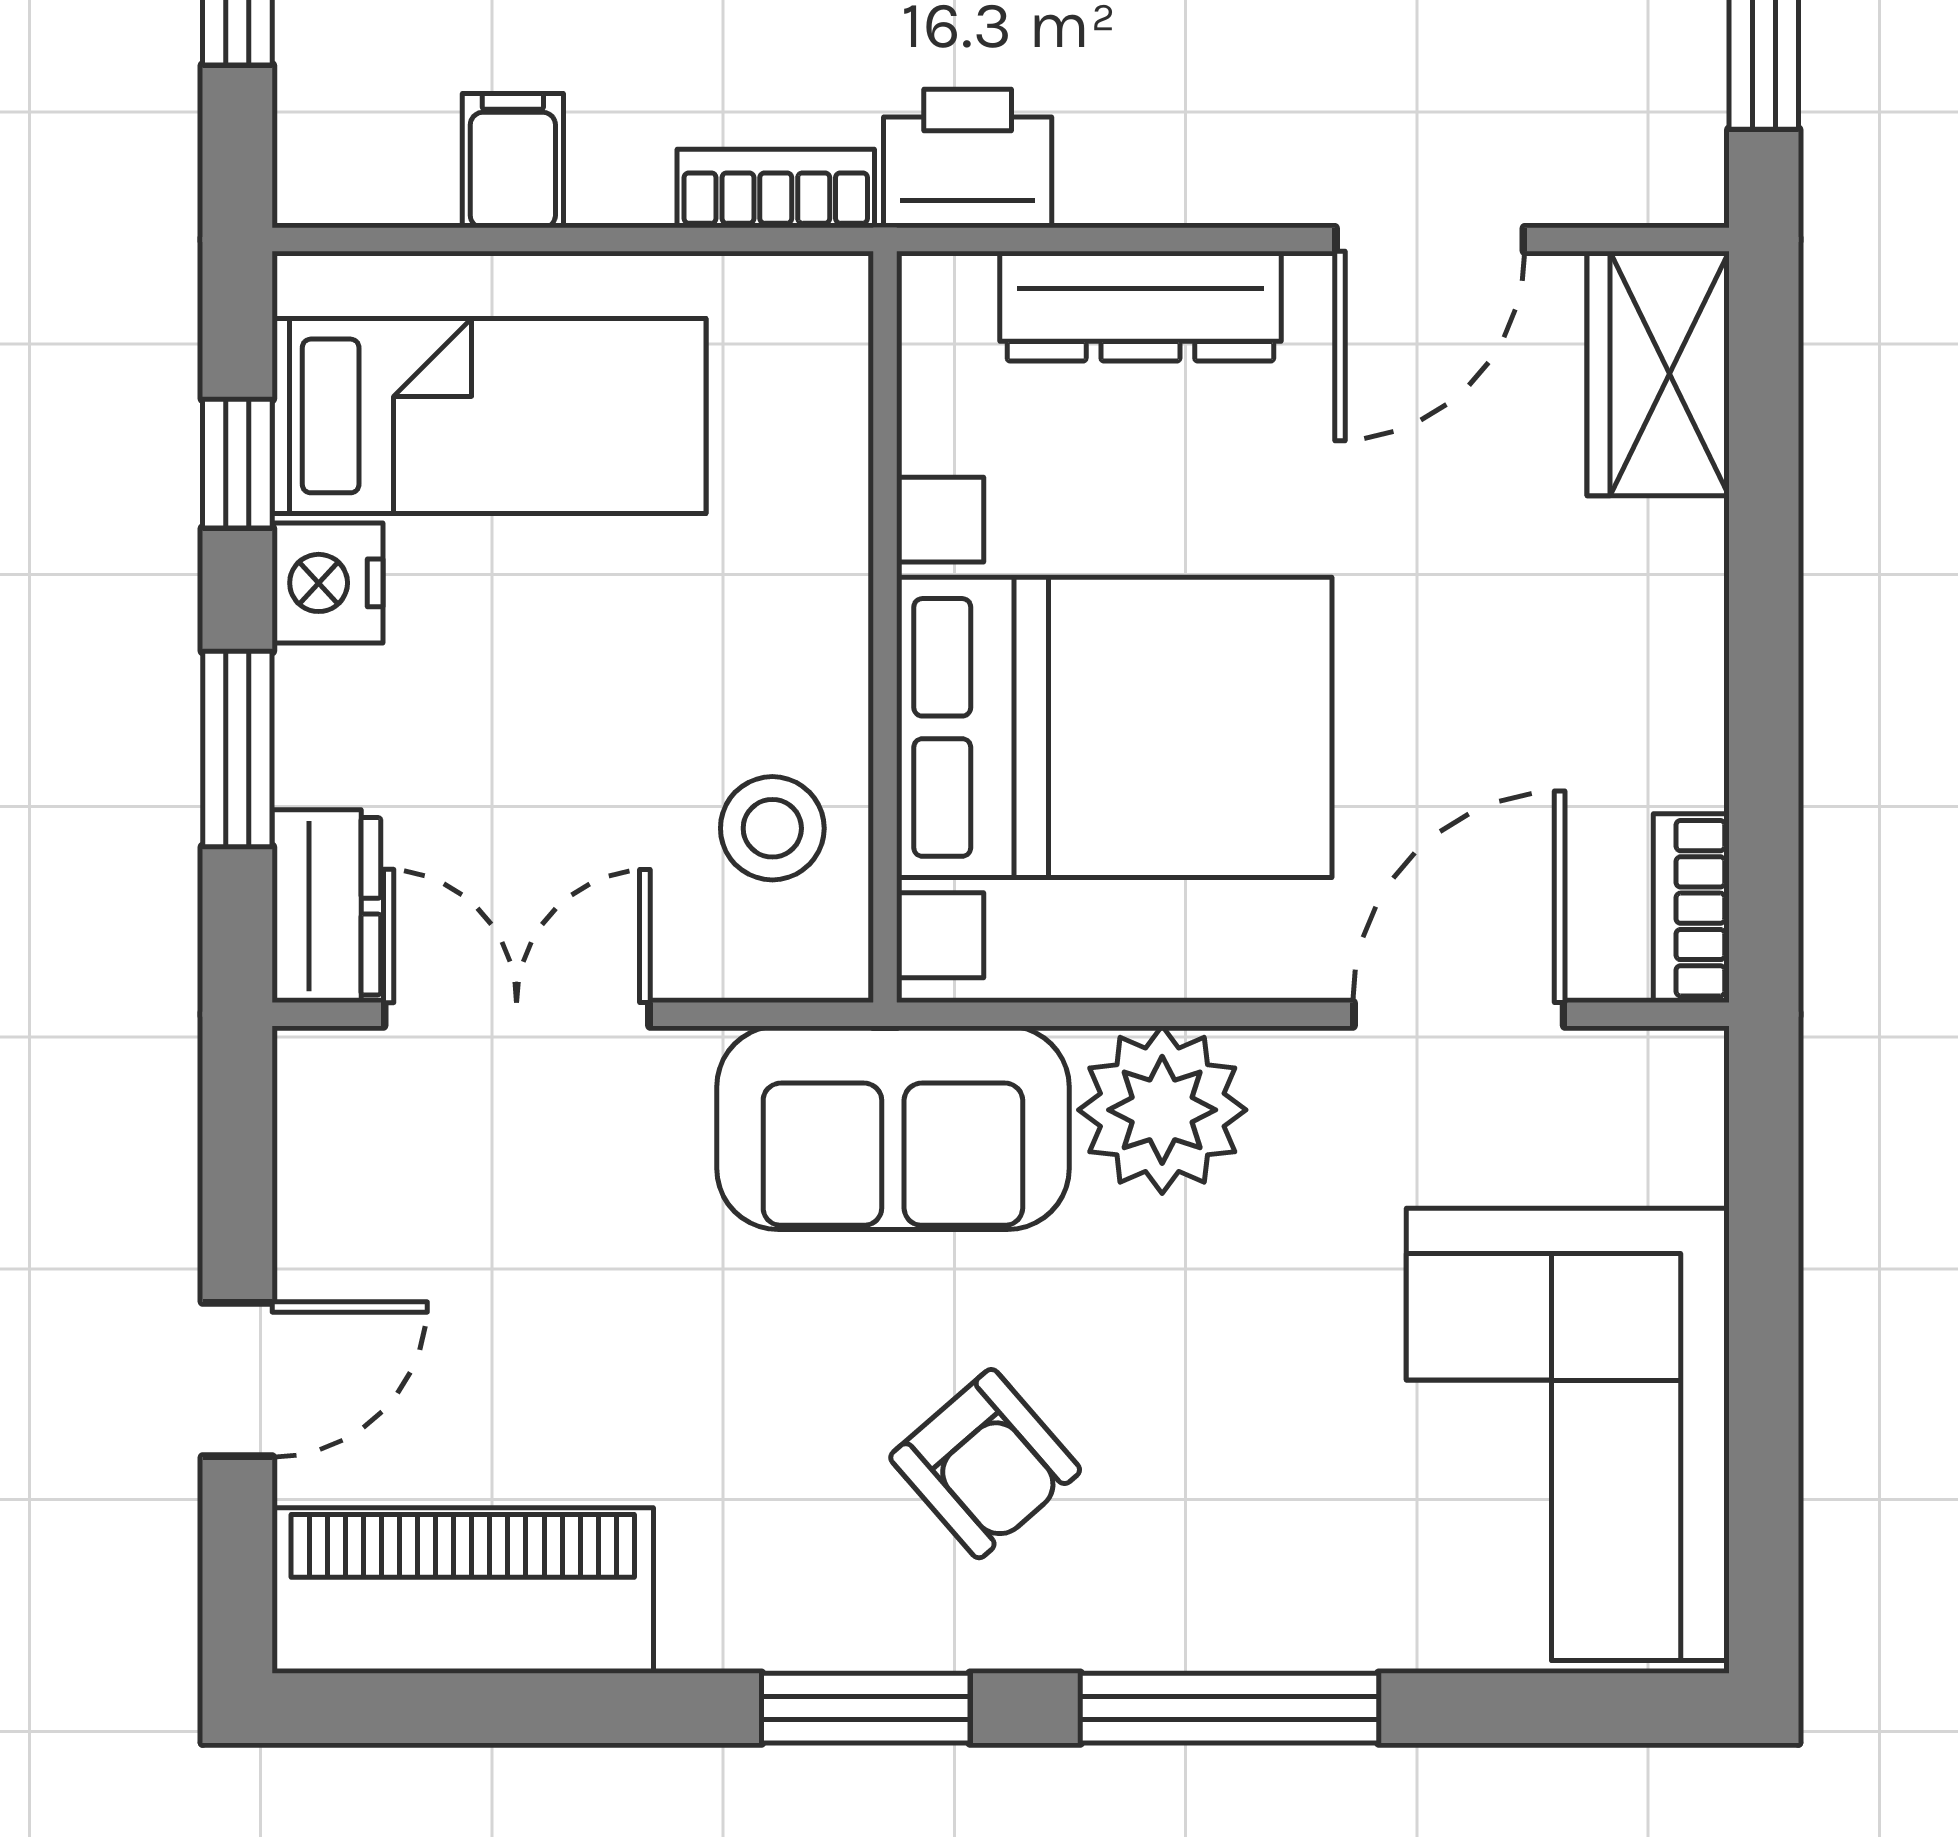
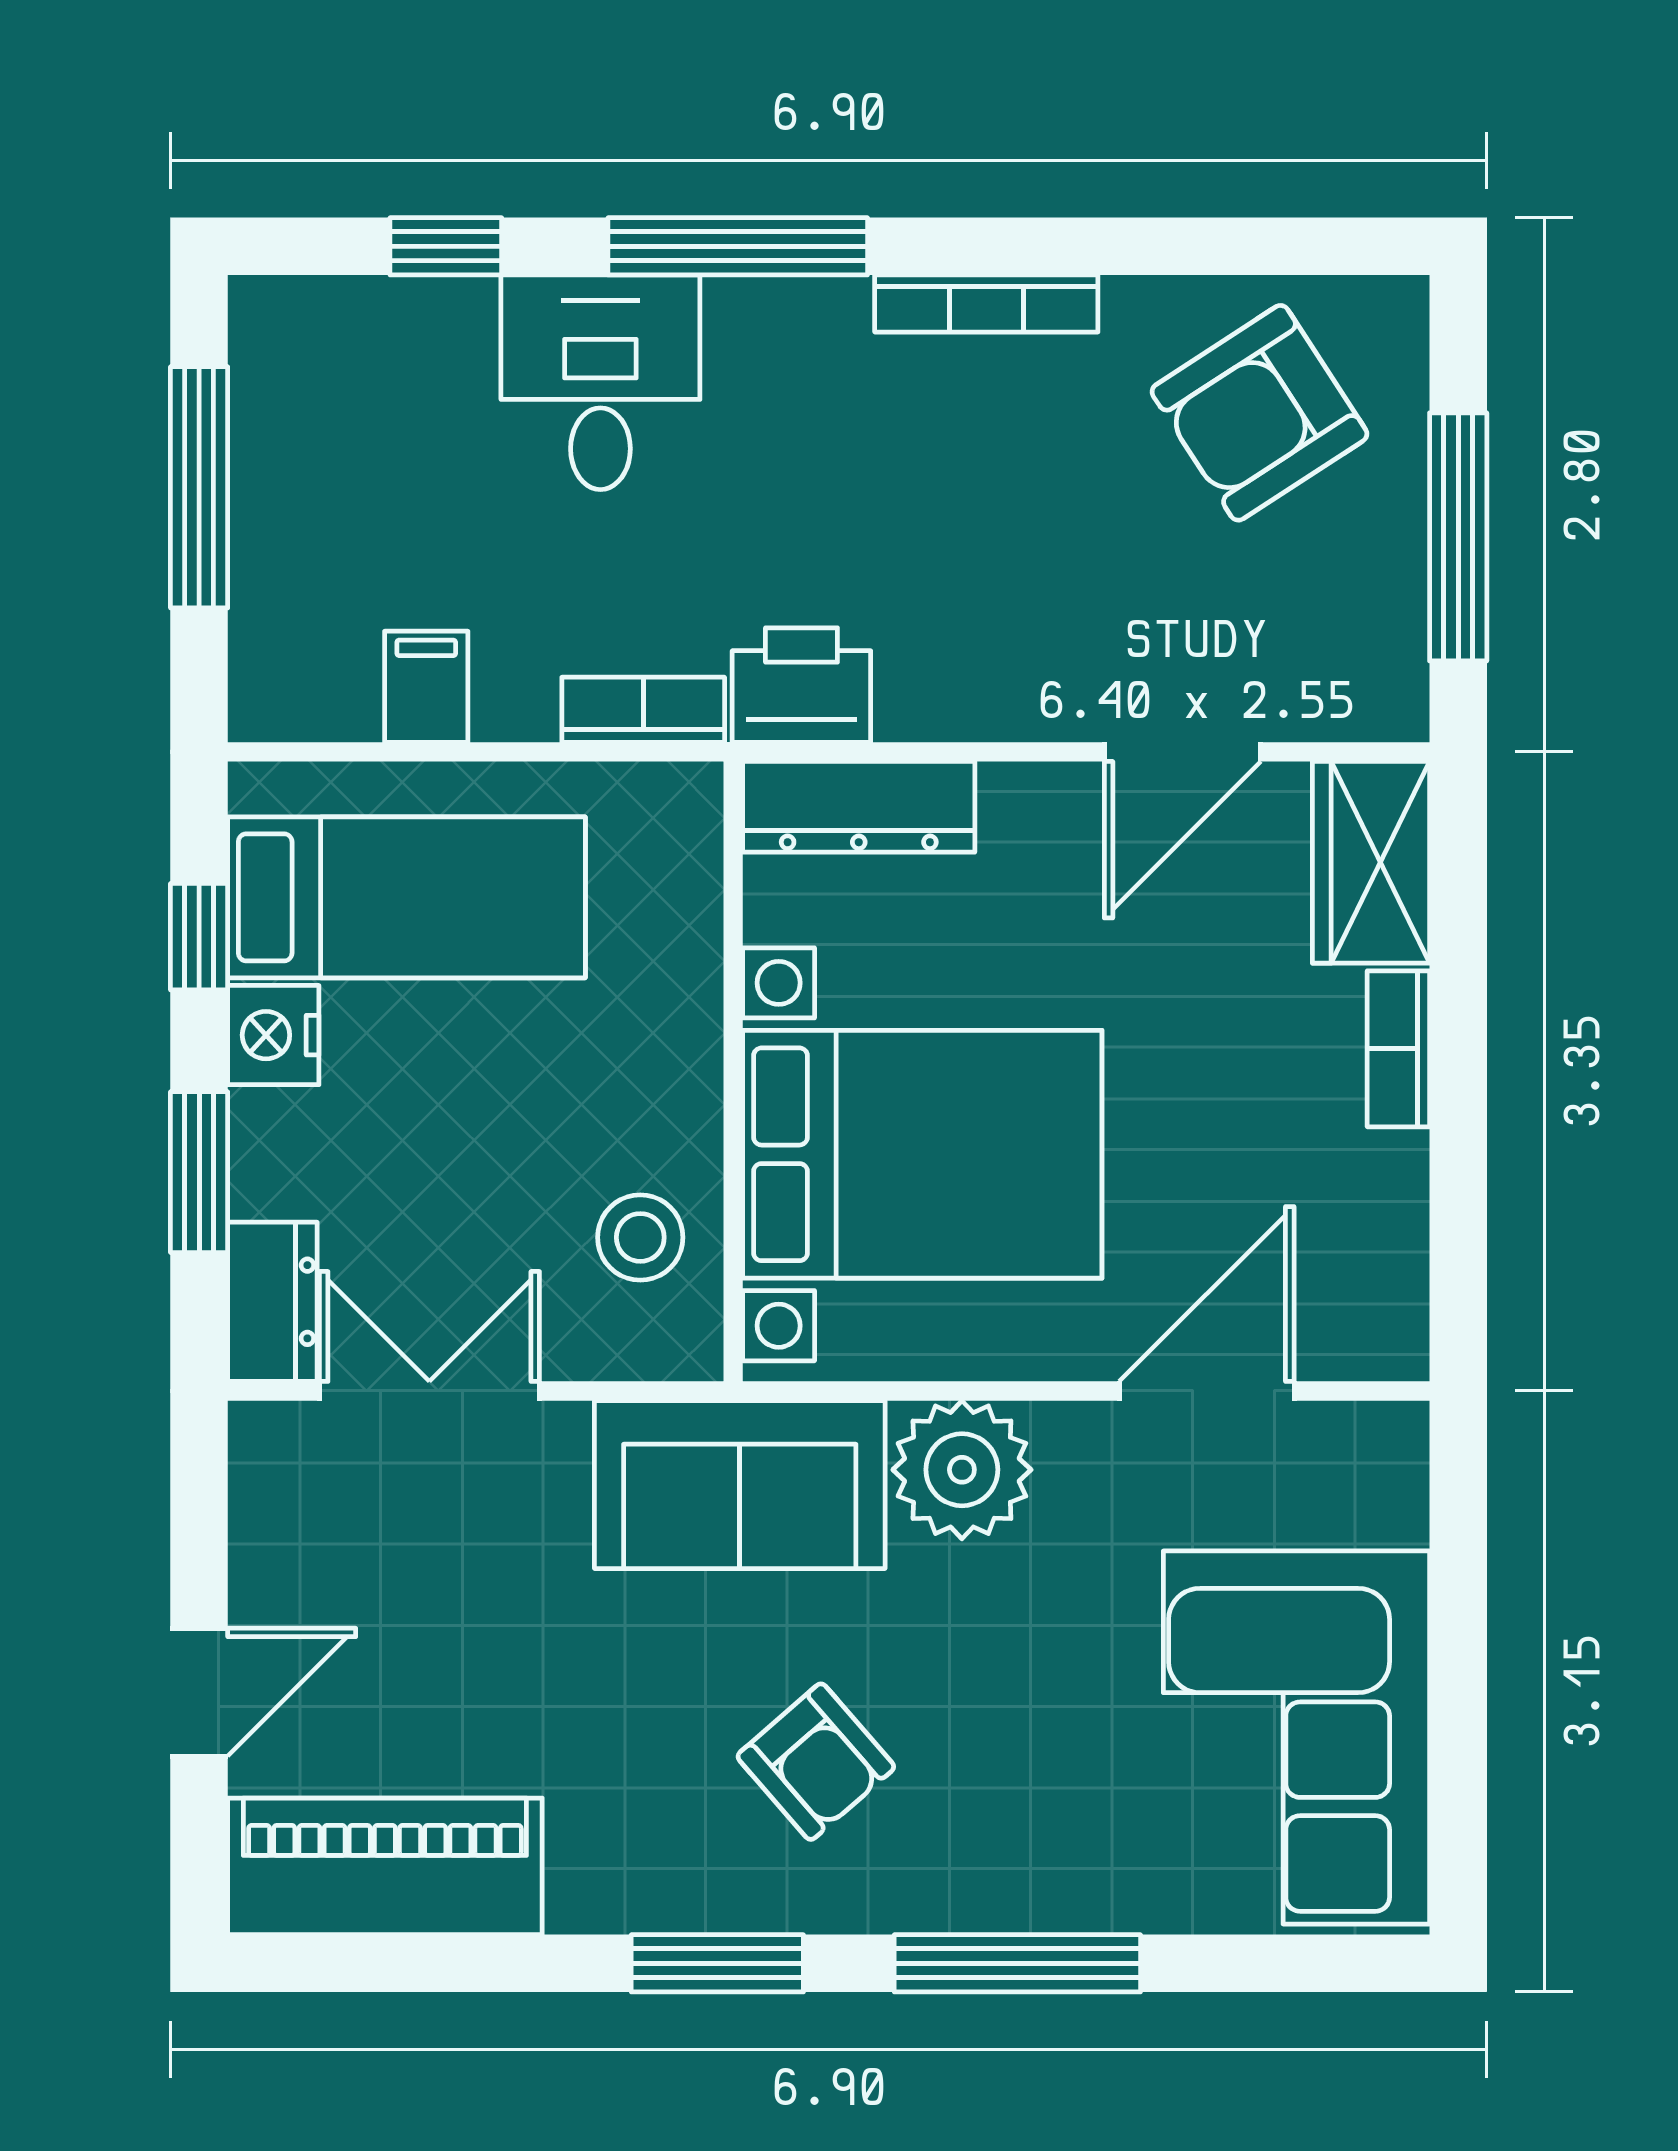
dresser: (1140, 306) -> (859, 807), moved
bookcase: (1691, 908) -> (1398, 1049), moved

